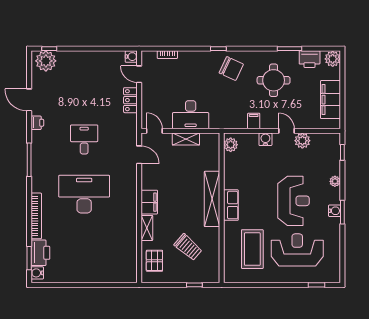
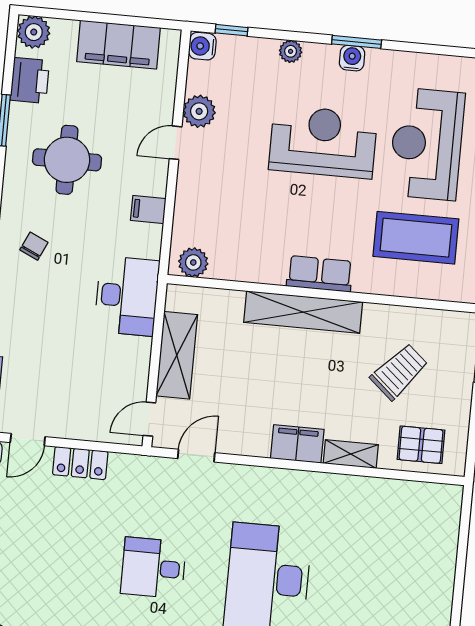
chair: (231, 68) -> (34, 246), width x0.54, depth x0.54
desk: (191, 115) -> (127, 296), moved
shelving: (186, 139) -> (177, 355), width x1.50, depth x1.33
water cooler: (265, 139) -> (202, 46), moved

